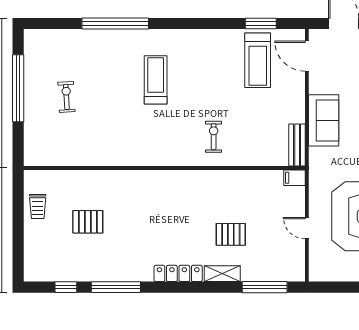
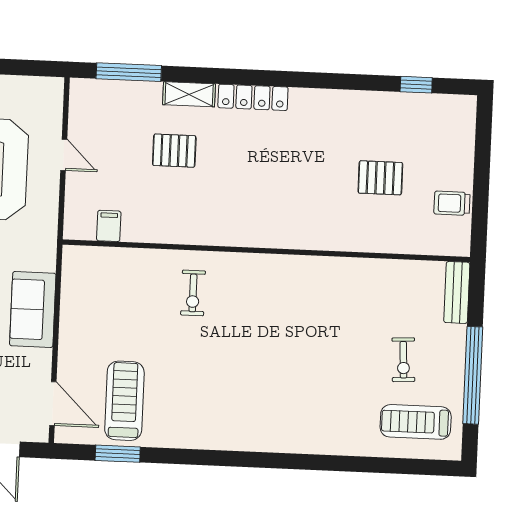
window: (115, 24) -> (328, 463), removed
treadmill: (156, 80) -> (416, 422), moved, turned 90
bench: (297, 145) -> (457, 292), moved
filing cabinet: (295, 178) -> (109, 226), moved, turned -90
trolley: (38, 206) -> (452, 203), turned -90
window: (116, 287) -> (344, 82), removed

